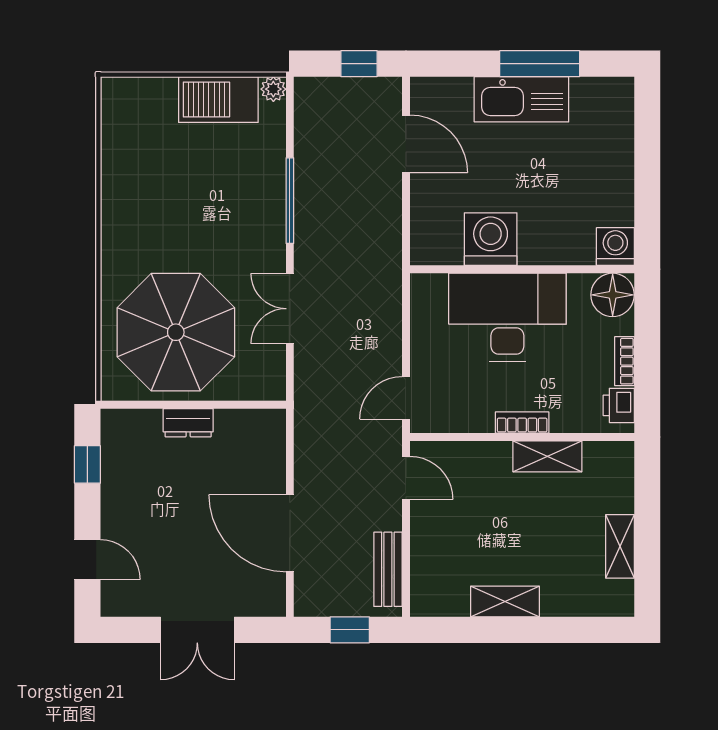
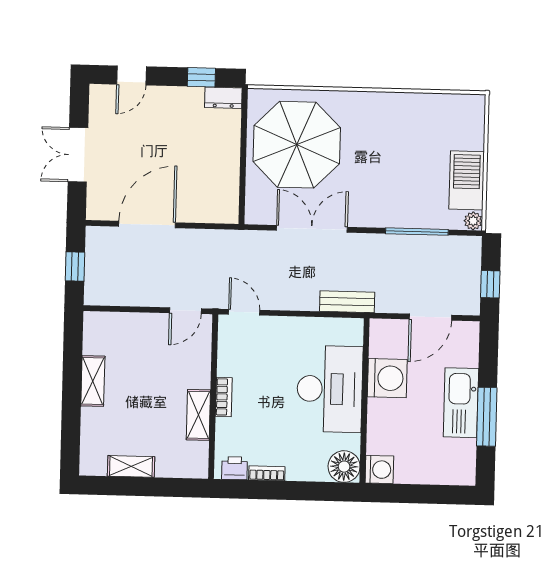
window: (290, 201) -> (417, 232), moved
washing machine: (491, 239) -> (387, 378), moved
washing machine: (615, 247) -> (379, 470), moved
wall: (522, 269) -> (365, 401), moved
floor lamp: (613, 295) -> (344, 467), moved
double door: (290, 309) -> (312, 229), width x1.37
desk: (507, 317) -> (330, 389), moved
dresser: (188, 423) -> (223, 98), moved, turned -90
bench: (388, 569) -> (347, 302), moved

